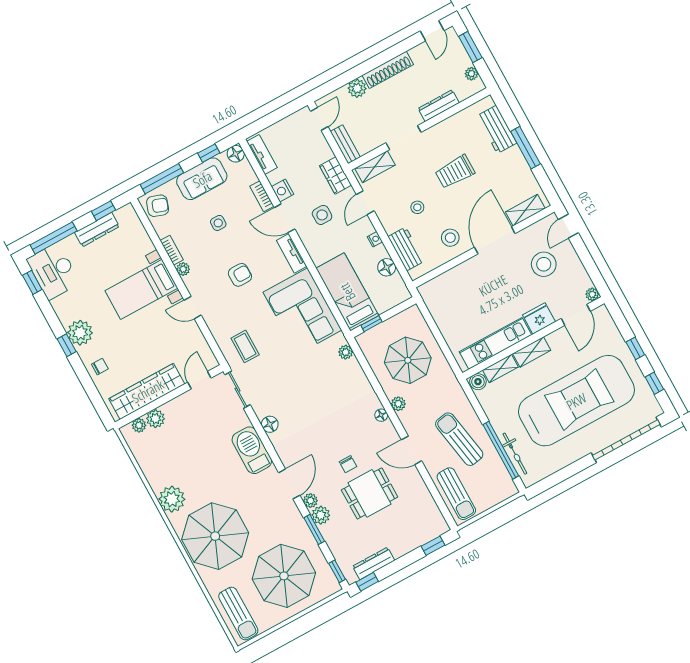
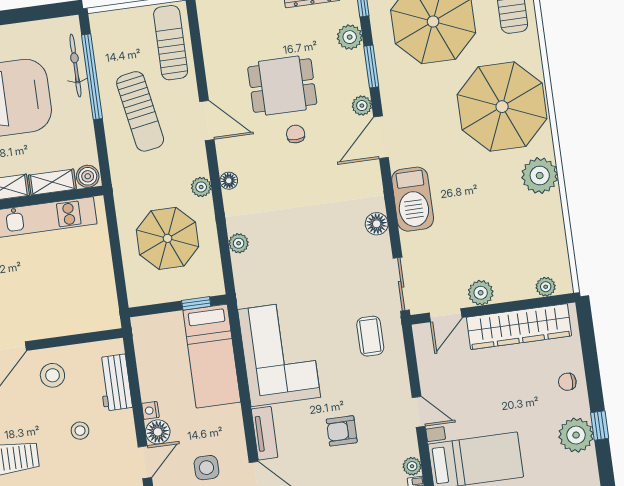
floor lamp: (387, 267) -> (158, 432), moved
plant: (346, 352) -> (239, 243), moved
plant: (155, 419) -> (481, 293), moved
plant: (321, 515) -> (350, 37), moved

